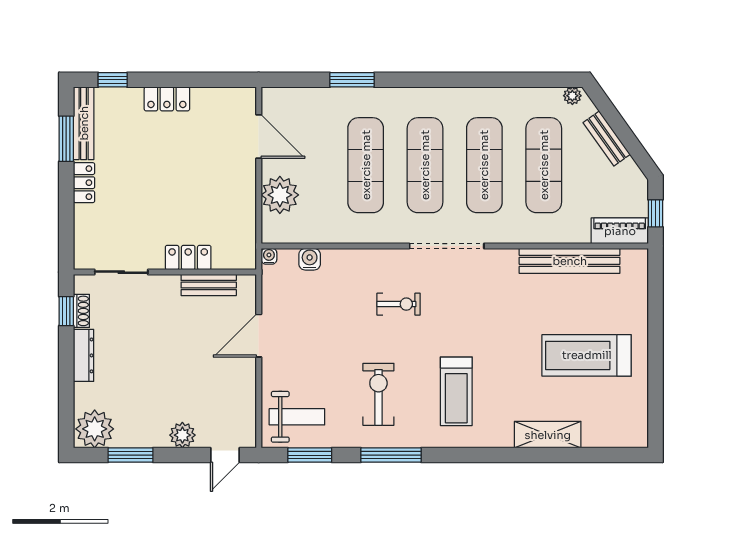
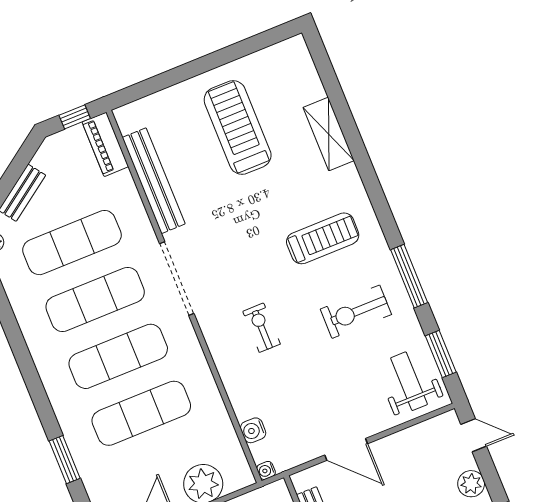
doorway: (447, 246) -> (177, 279), moved
treadmill: (587, 355) -> (238, 128), turned 180

